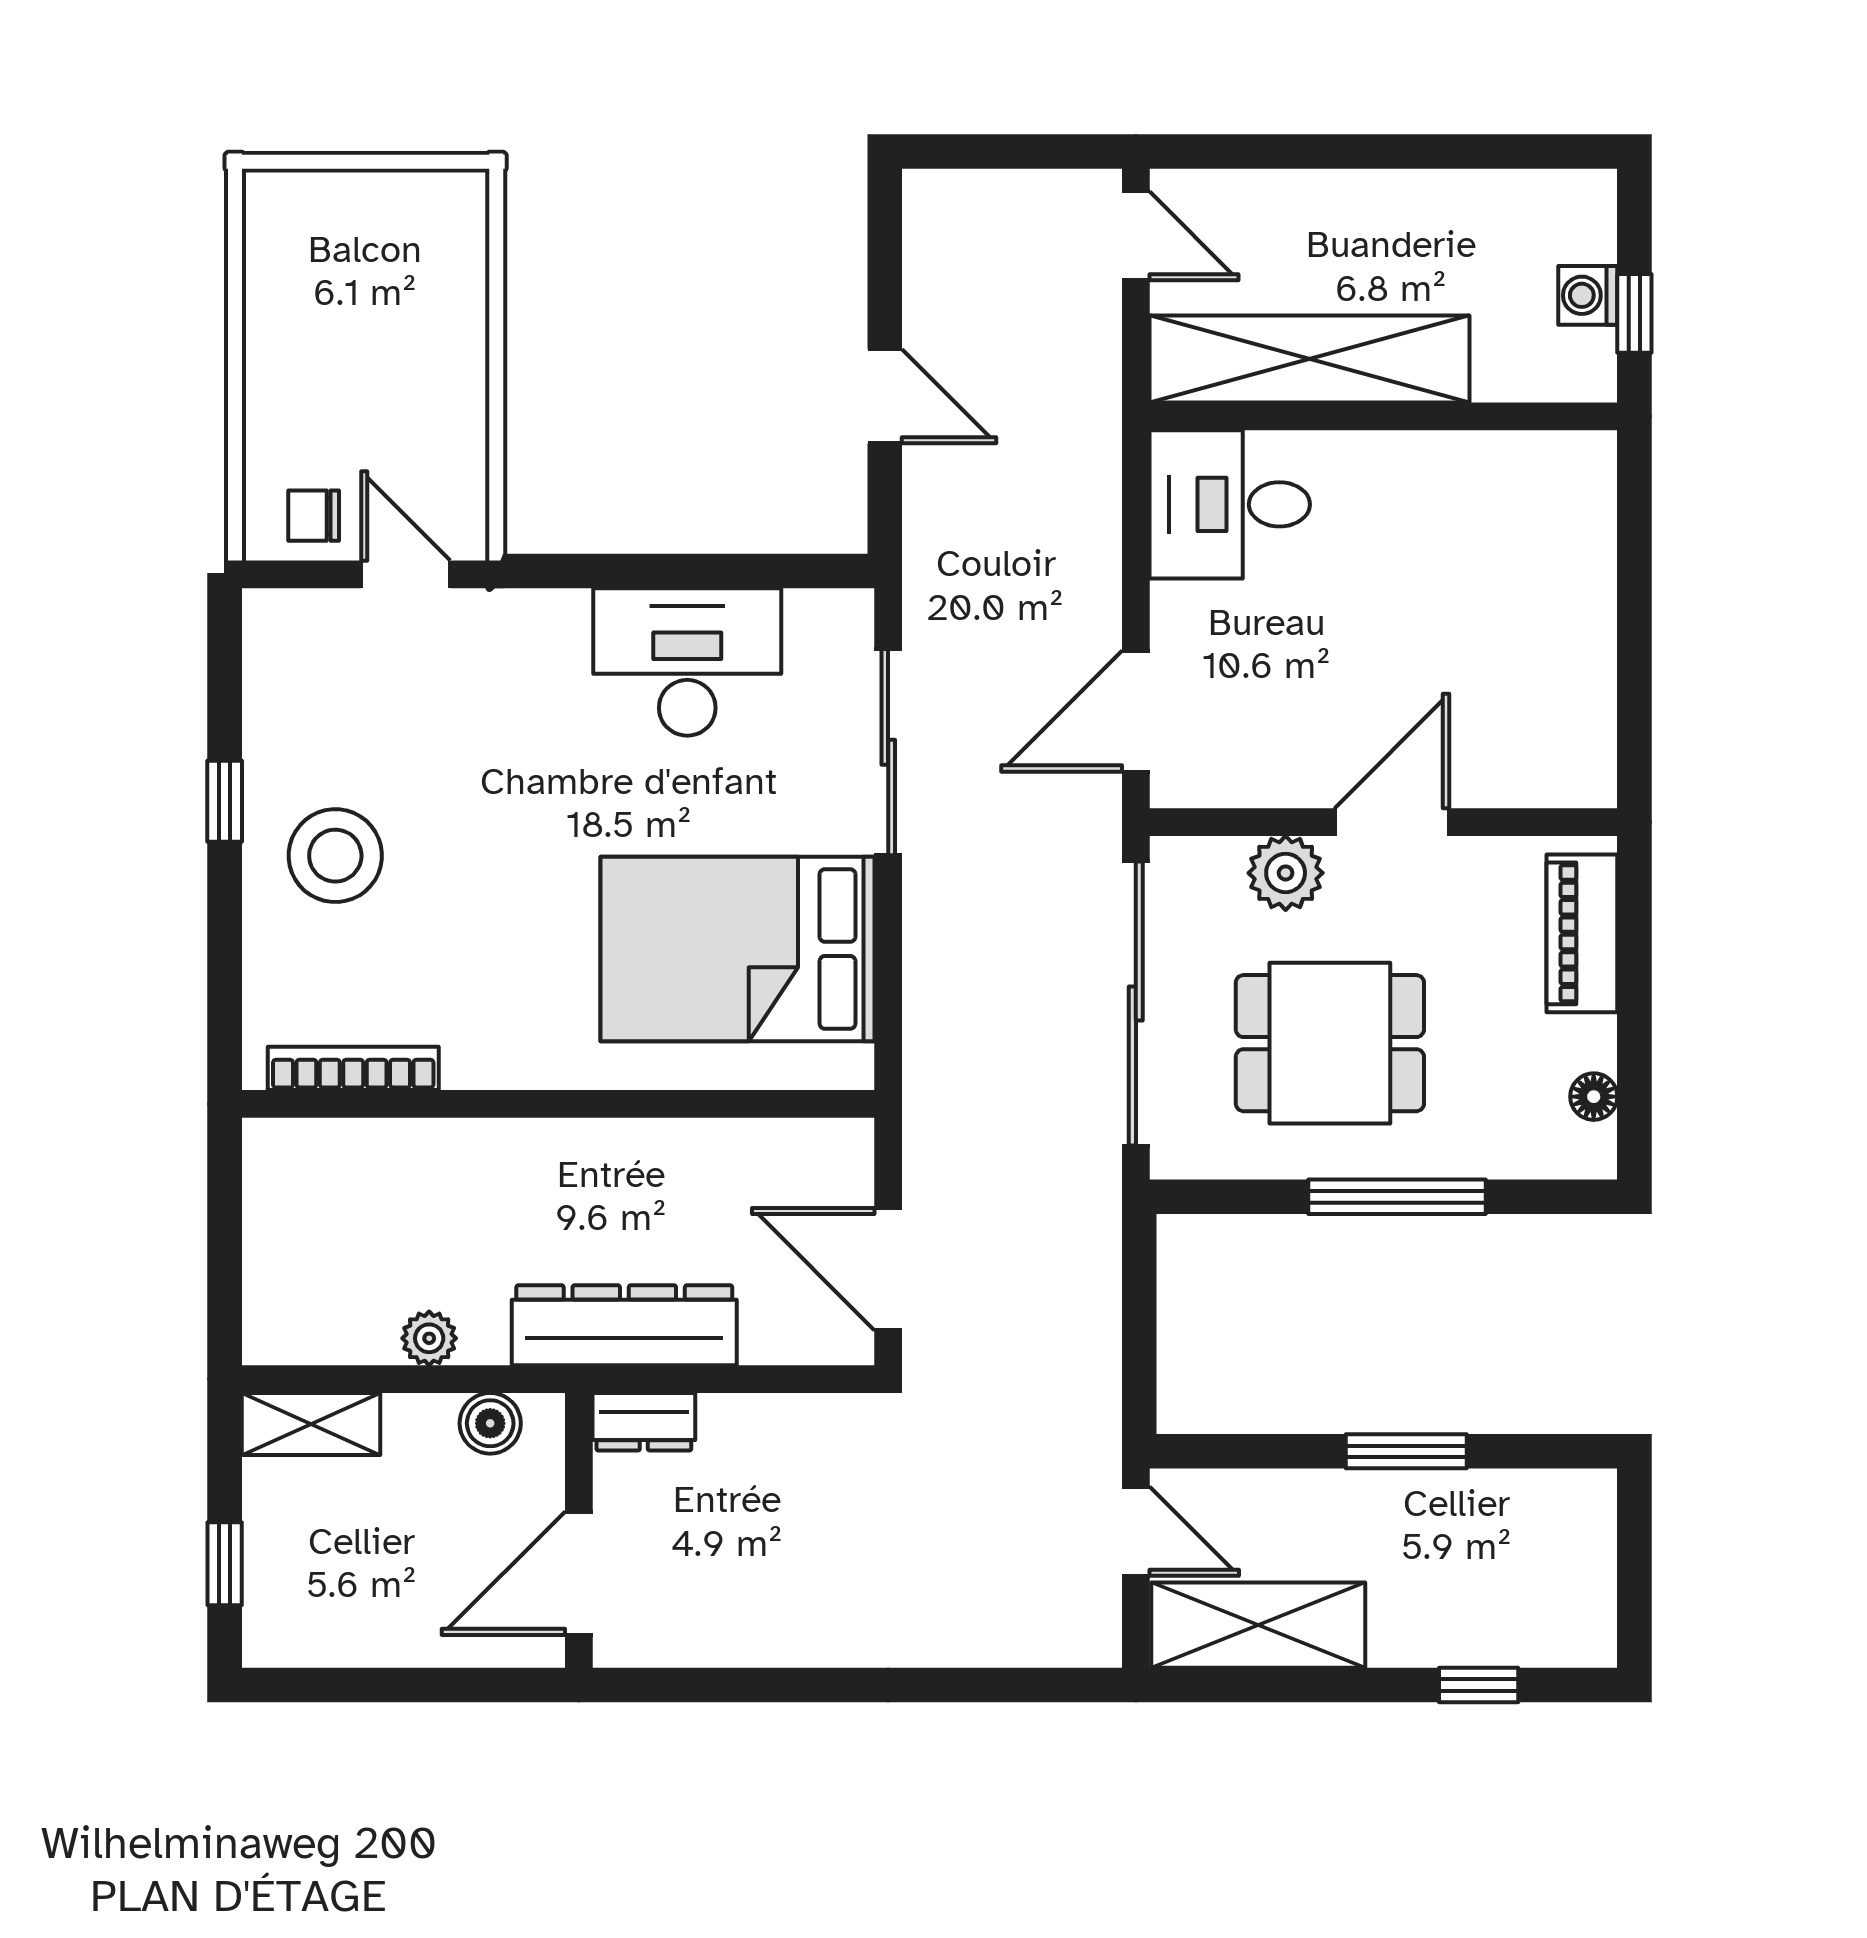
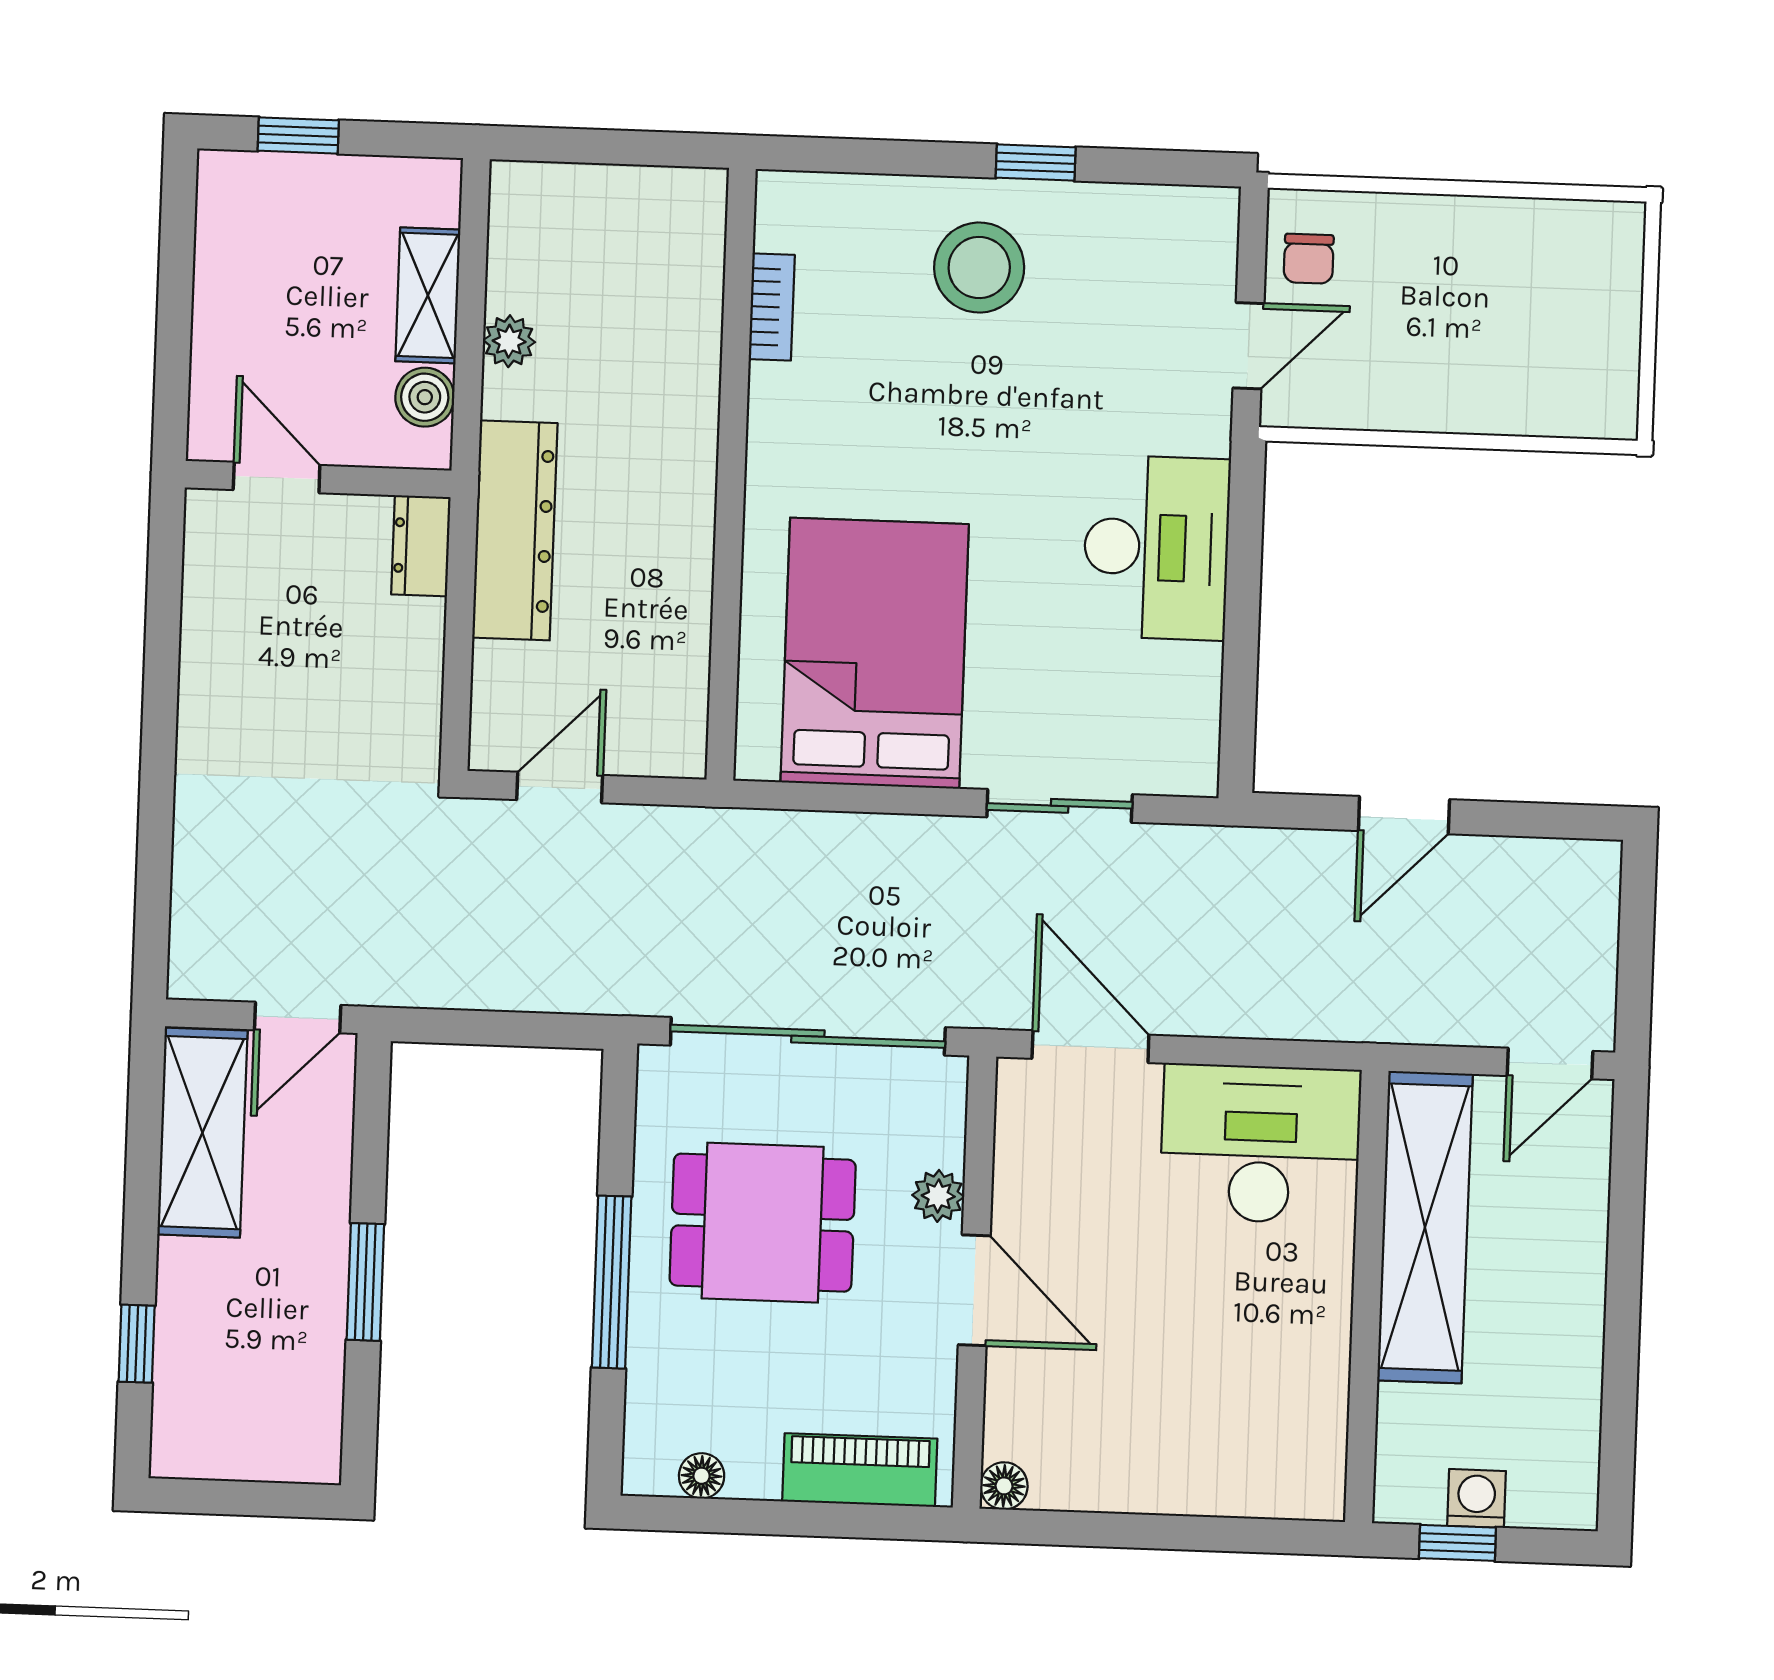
desk: (1230, 504) -> (1260, 1144), width x1.37
chair: (314, 516) -> (1309, 259), turned 180
desk: (687, 662) -> (1156, 548), moved
sliding door: (888, 752) -> (1060, 806), width x0.73
floor lamp: (1593, 784) -> (1004, 1486), added
plant: (1286, 873) -> (938, 1196), width x0.73, depth x0.73
dining table: (1330, 1043) -> (763, 1223), turned 90
bookcase: (353, 1068) -> (772, 307), width x0.64
door: (888, 1269) -> (560, 788), width x0.73
shelving: (311, 1424) -> (428, 295), moved
door: (579, 1573) -> (277, 478), width x0.73

